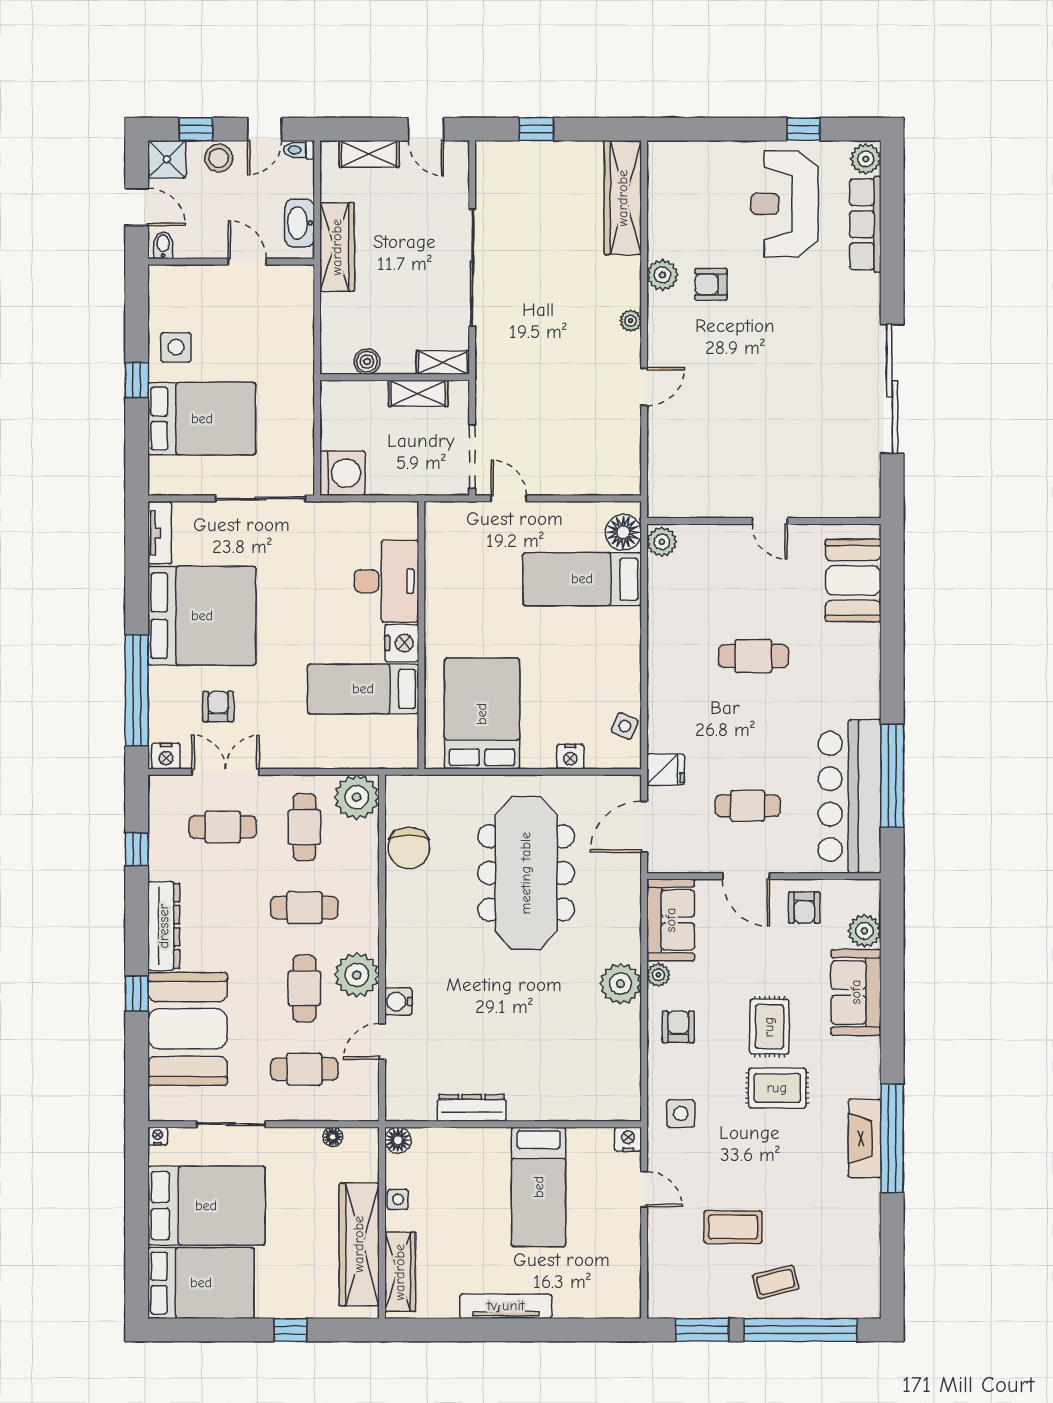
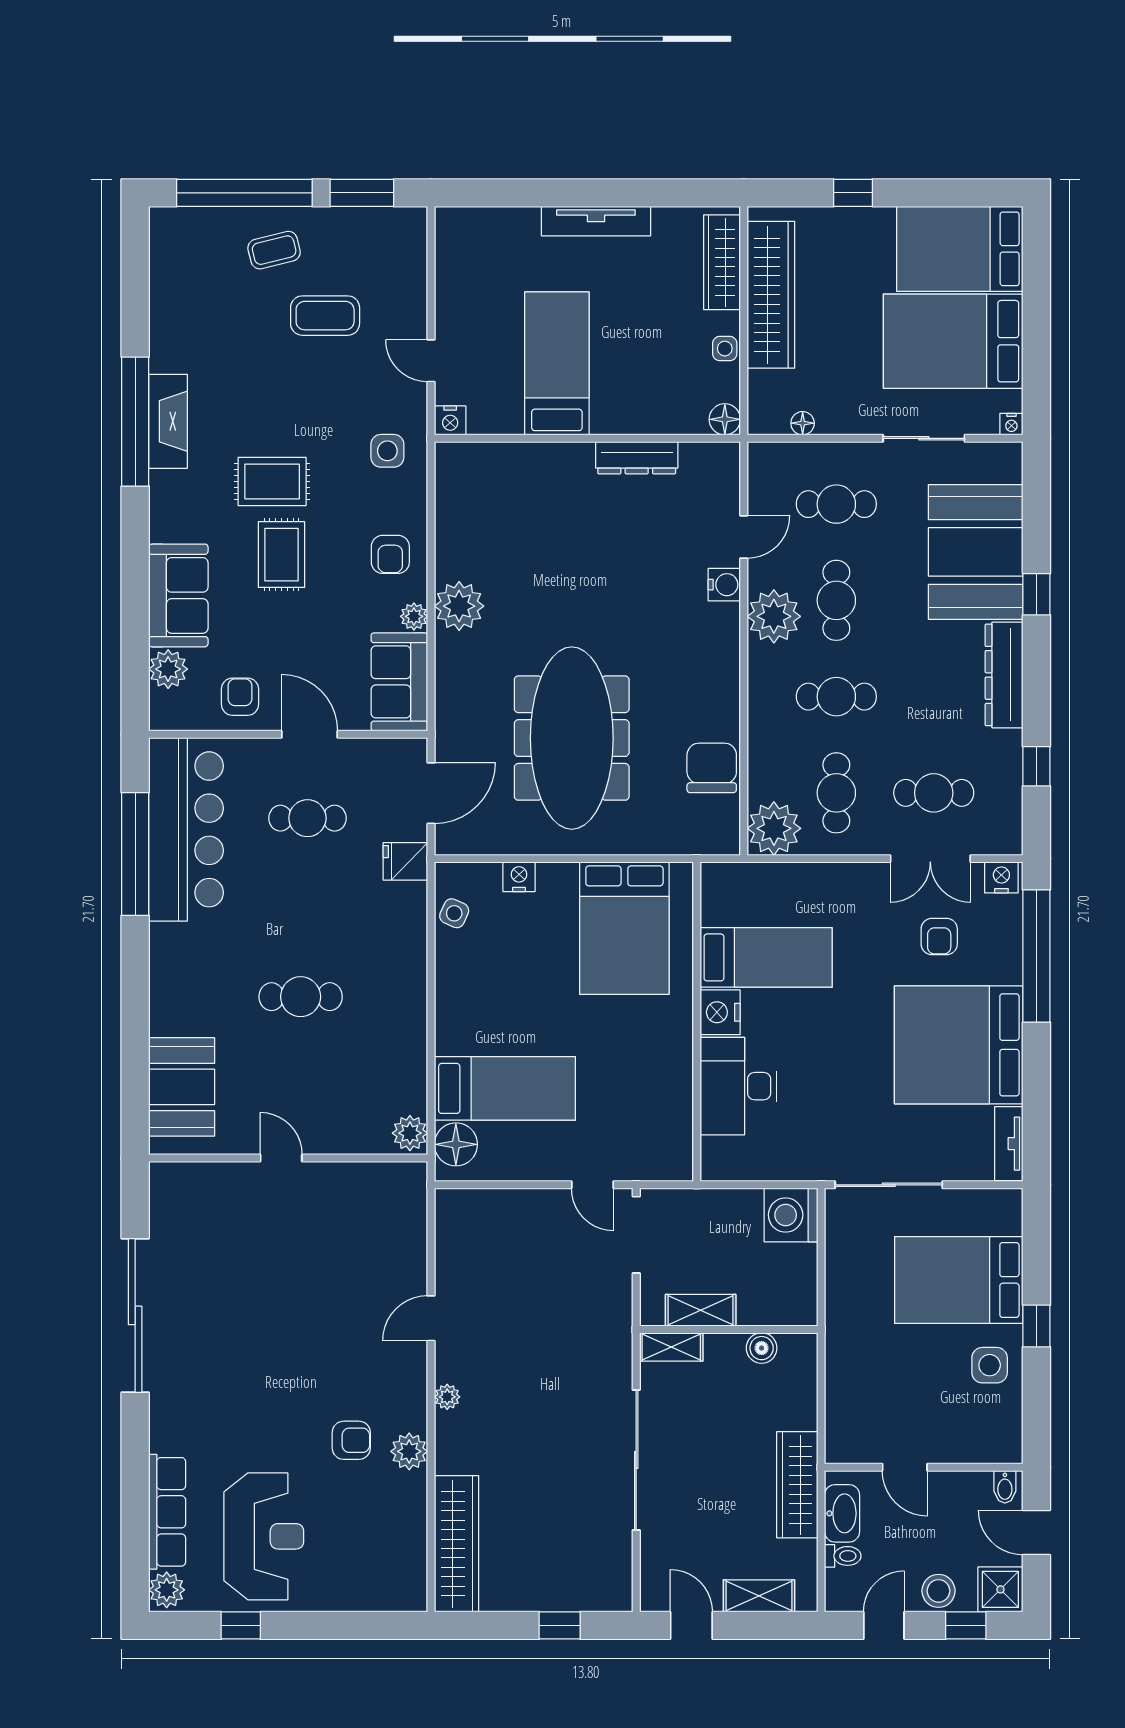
toilet: (299, 150) -> (843, 1556), moved

